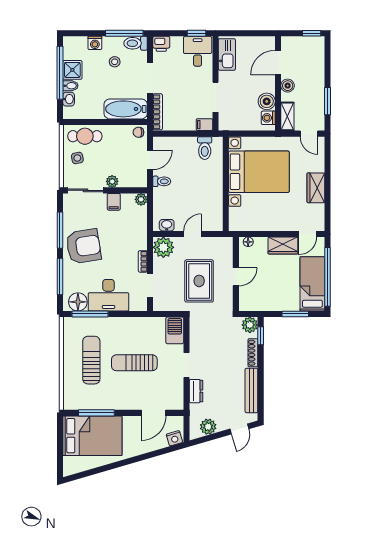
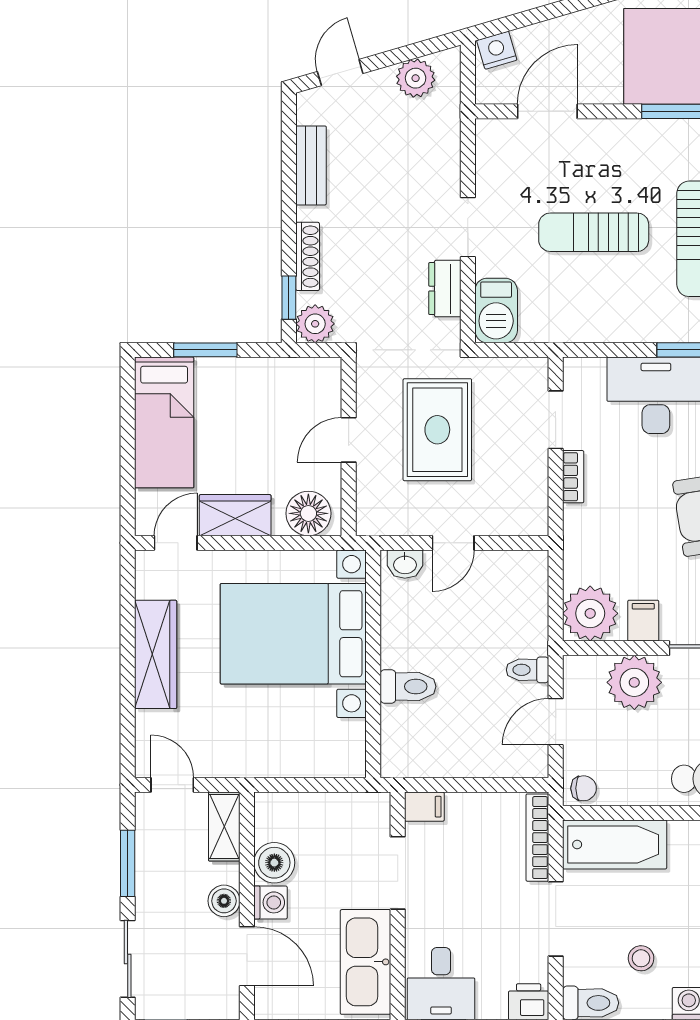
kitchen sink: (227, 54) -> (366, 962), width x1.36, depth x1.24
sliding door: (328, 61) -> (128, 959), added
door: (278, 63) -> (247, 956), hinge flipped
washing machine: (268, 118) -> (270, 902), moved
toilet: (205, 148) -> (408, 686), moved, turned 90
bed with nightstands: (259, 172) -> (293, 634), moved
plant: (112, 181) -> (634, 682), width x1.87, depth x1.87
wardrobe: (316, 188) -> (156, 654), width x1.50
plant: (141, 199) -> (590, 613), width x1.88, depth x1.88
washbasin: (167, 225) -> (405, 564), moved
floor lamp: (248, 242) -> (308, 513), width x1.89, depth x1.89
plant: (163, 247) -> (523, 511), removed
window: (328, 277) -> (128, 440), removed
sun lounger: (134, 363) -> (594, 232), turned 180
bench: (251, 390) -> (311, 165), width x0.73
dresser: (196, 391) -> (445, 289), moved

